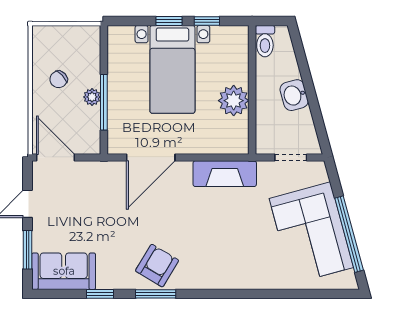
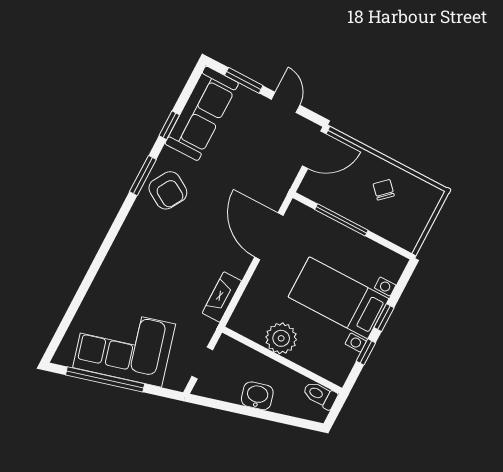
plant: (92, 97) -> (352, 212), removed
fireplace: (225, 174) -> (222, 297), width x0.73, depth x0.76
sofa: (64, 271) -> (202, 113), width x1.36

